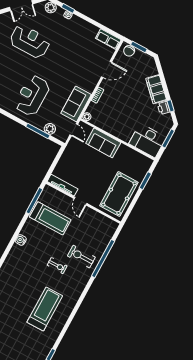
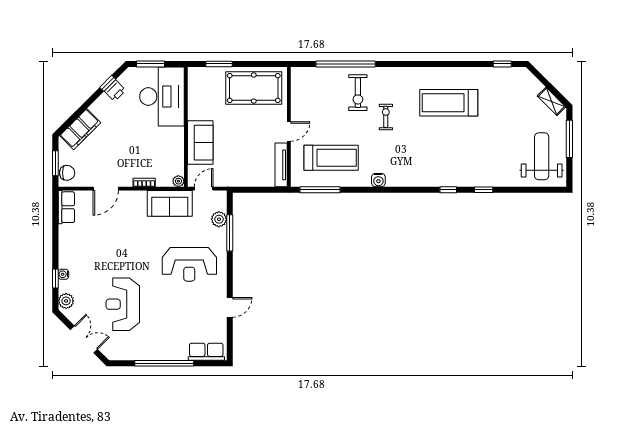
door: (106, 69) -> (106, 189), swing flipped
filing cabinet: (156, 89) -> (80, 129), moved
desk: (148, 141) -> (162, 97), width x1.36, depth x1.30
treadmill: (50, 218) -> (331, 158), turned 90

